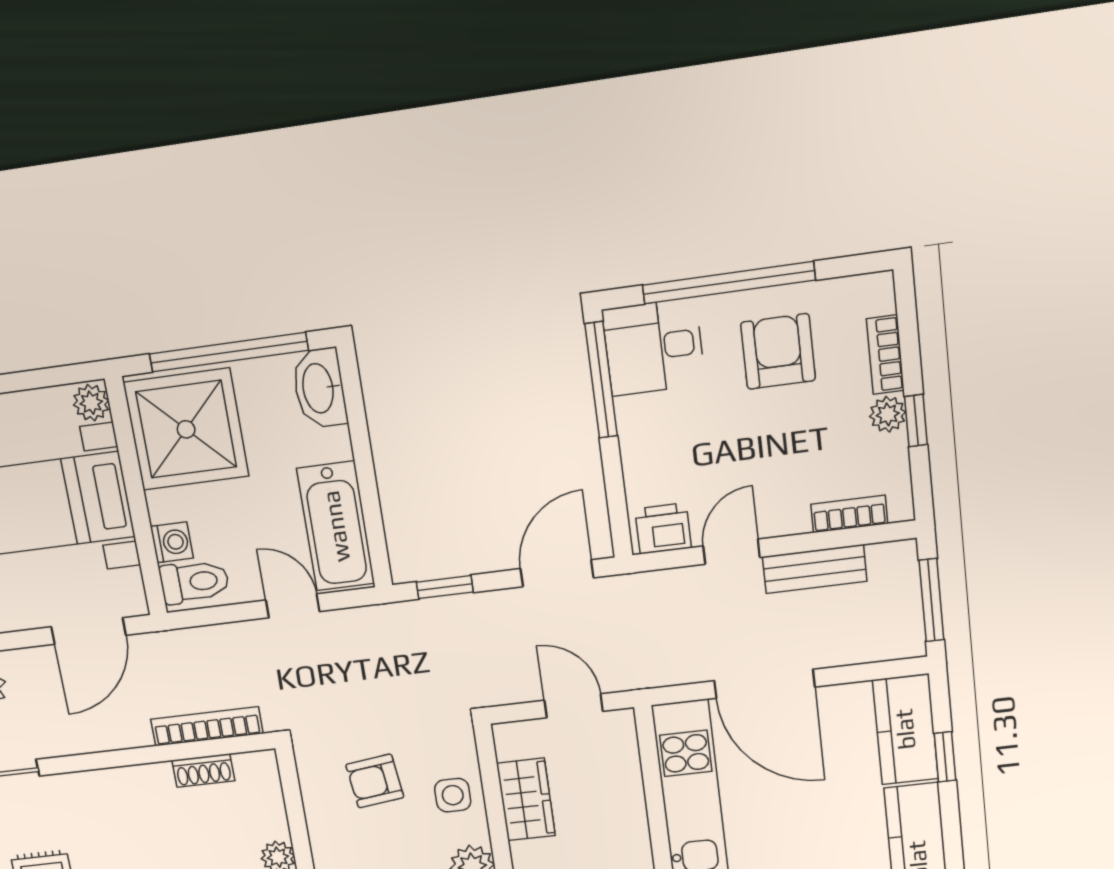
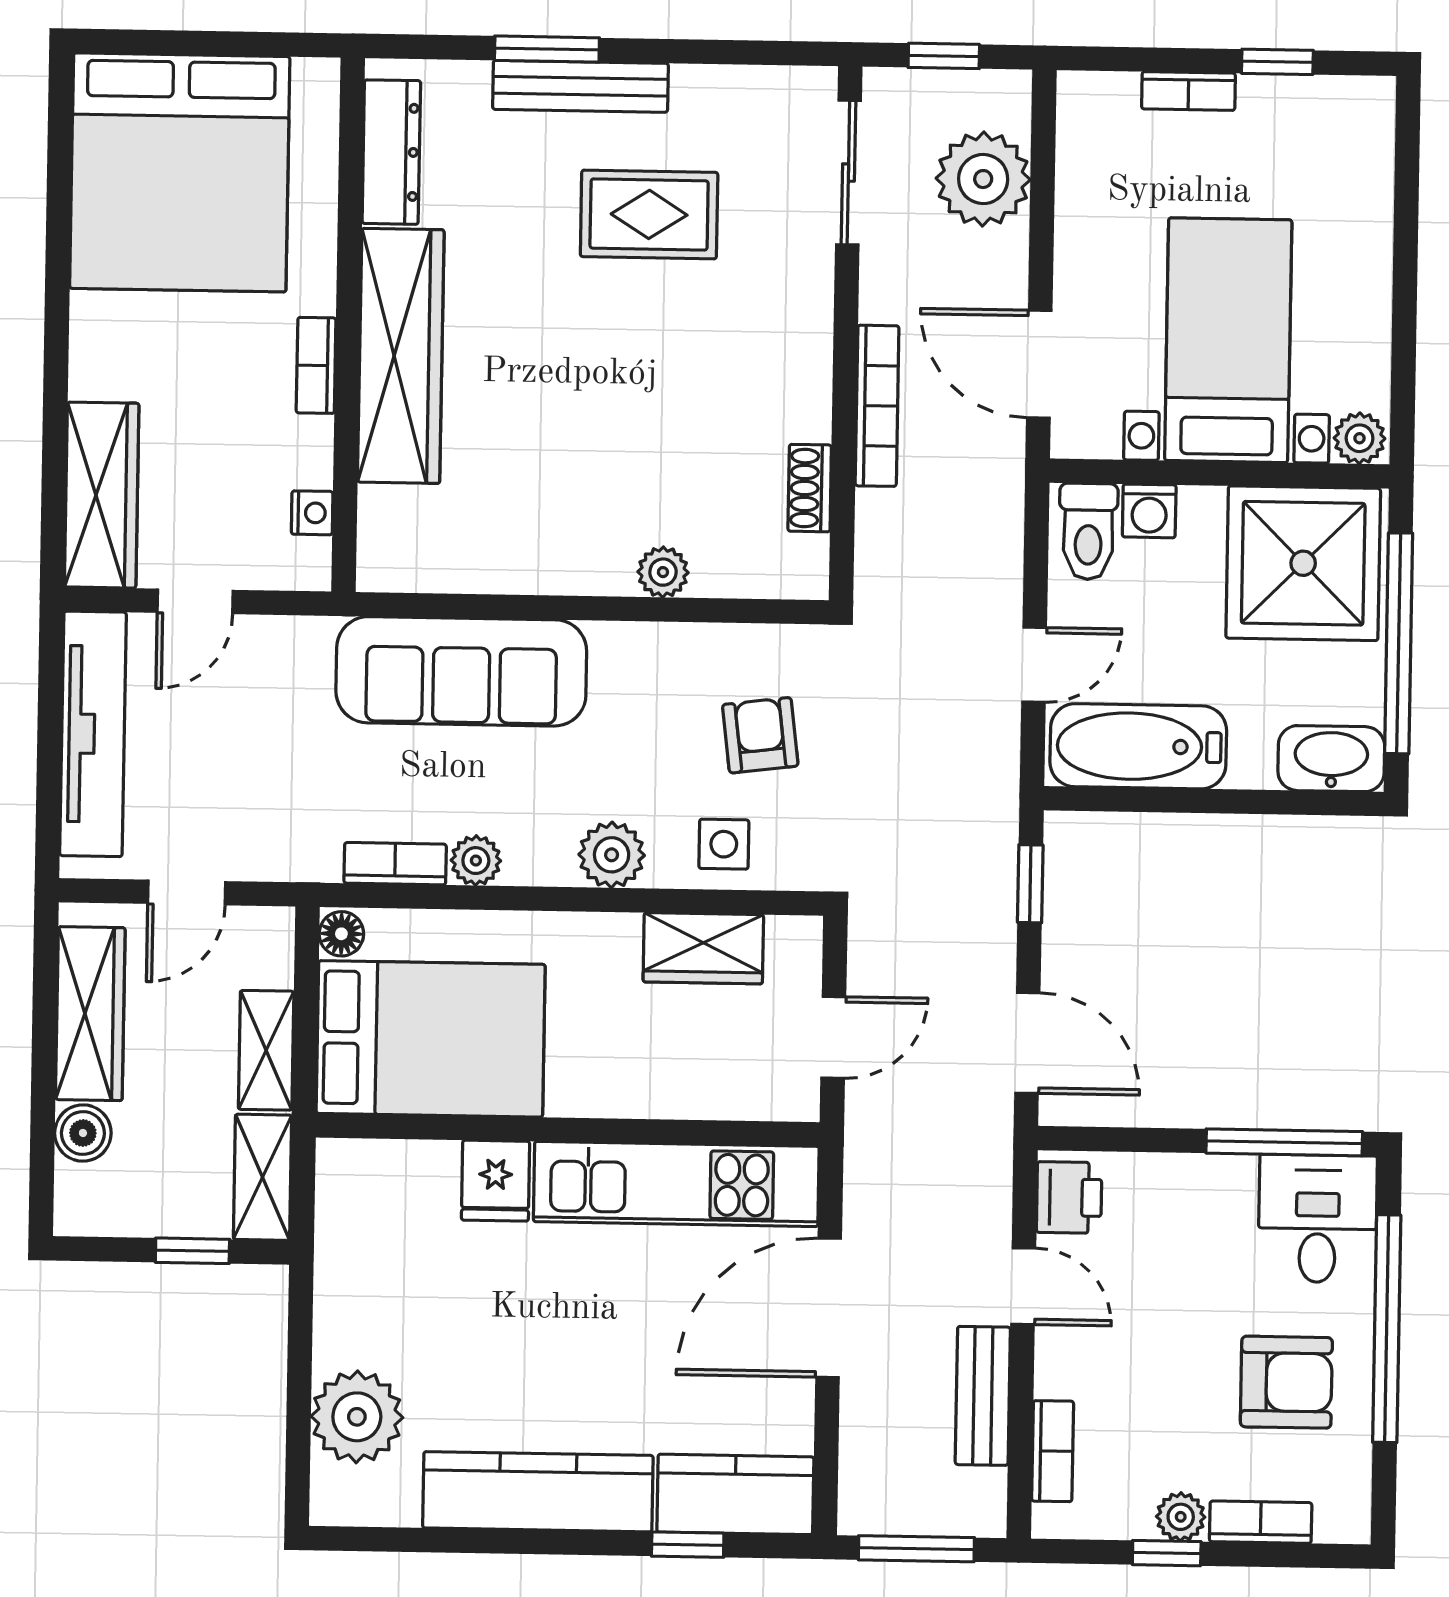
bookcase: (207, 726) -> (877, 406), moved

